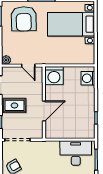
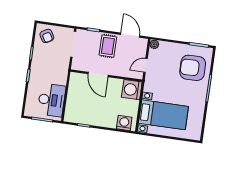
bed with nightstands: (71, 24) -> (163, 115), moved, turned 90

